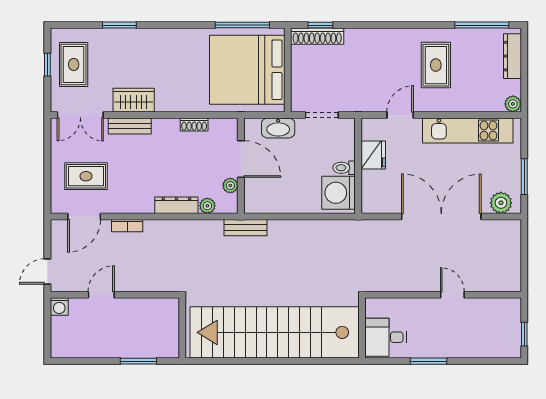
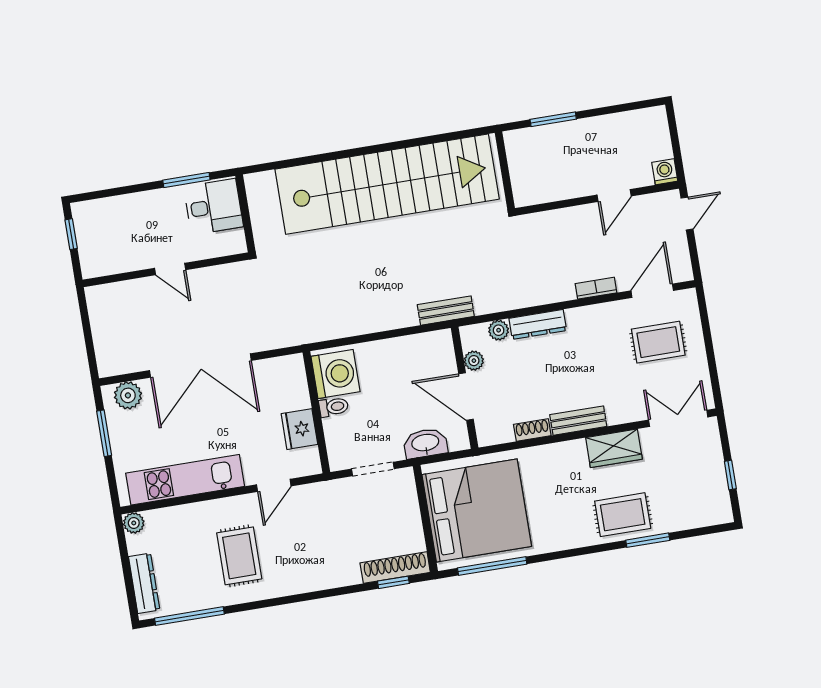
rug: (74, 64) -> (623, 515), moved, turned 90
bench: (130, 126) -> (578, 421), moved
wall: (362, 328) -> (245, 213), moved
desk: (386, 337) -> (214, 207), moved

